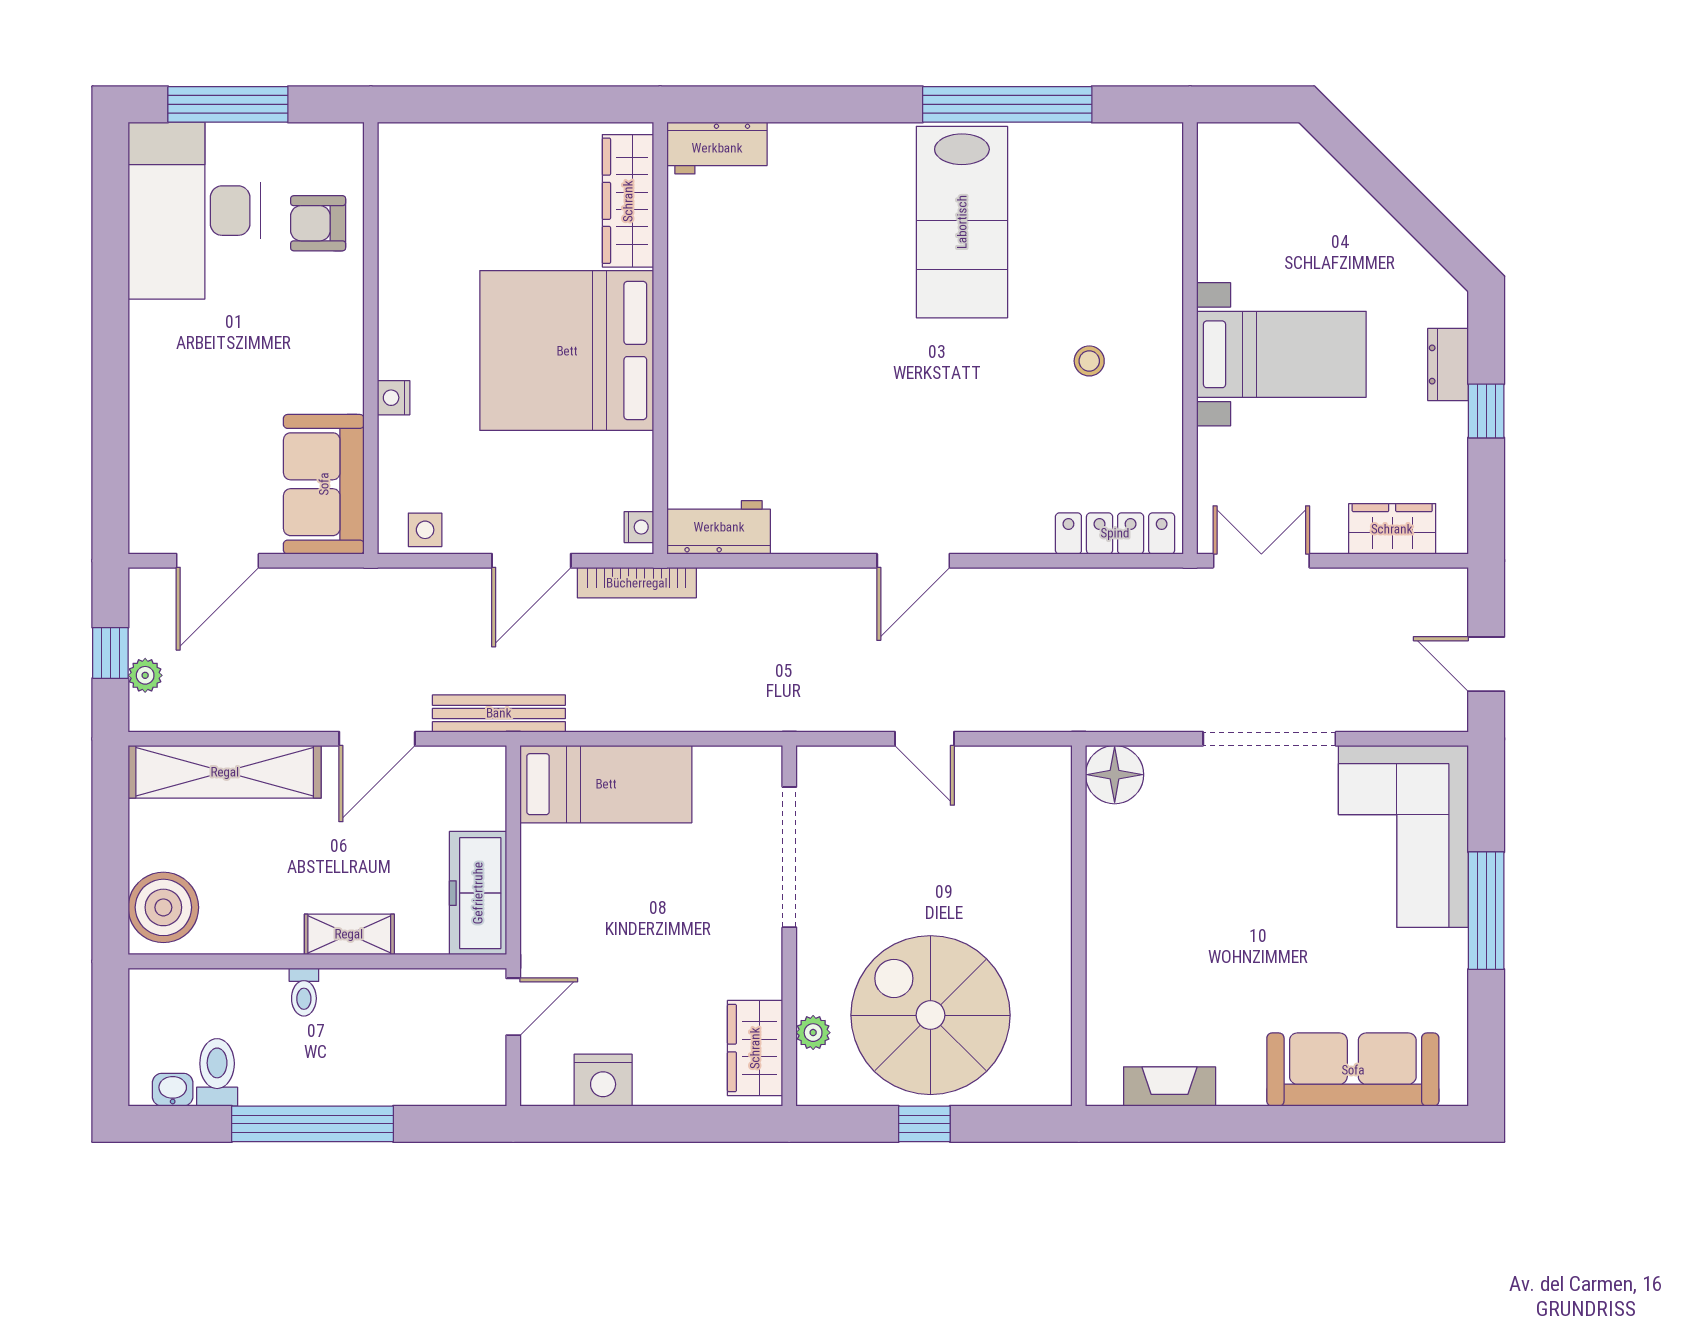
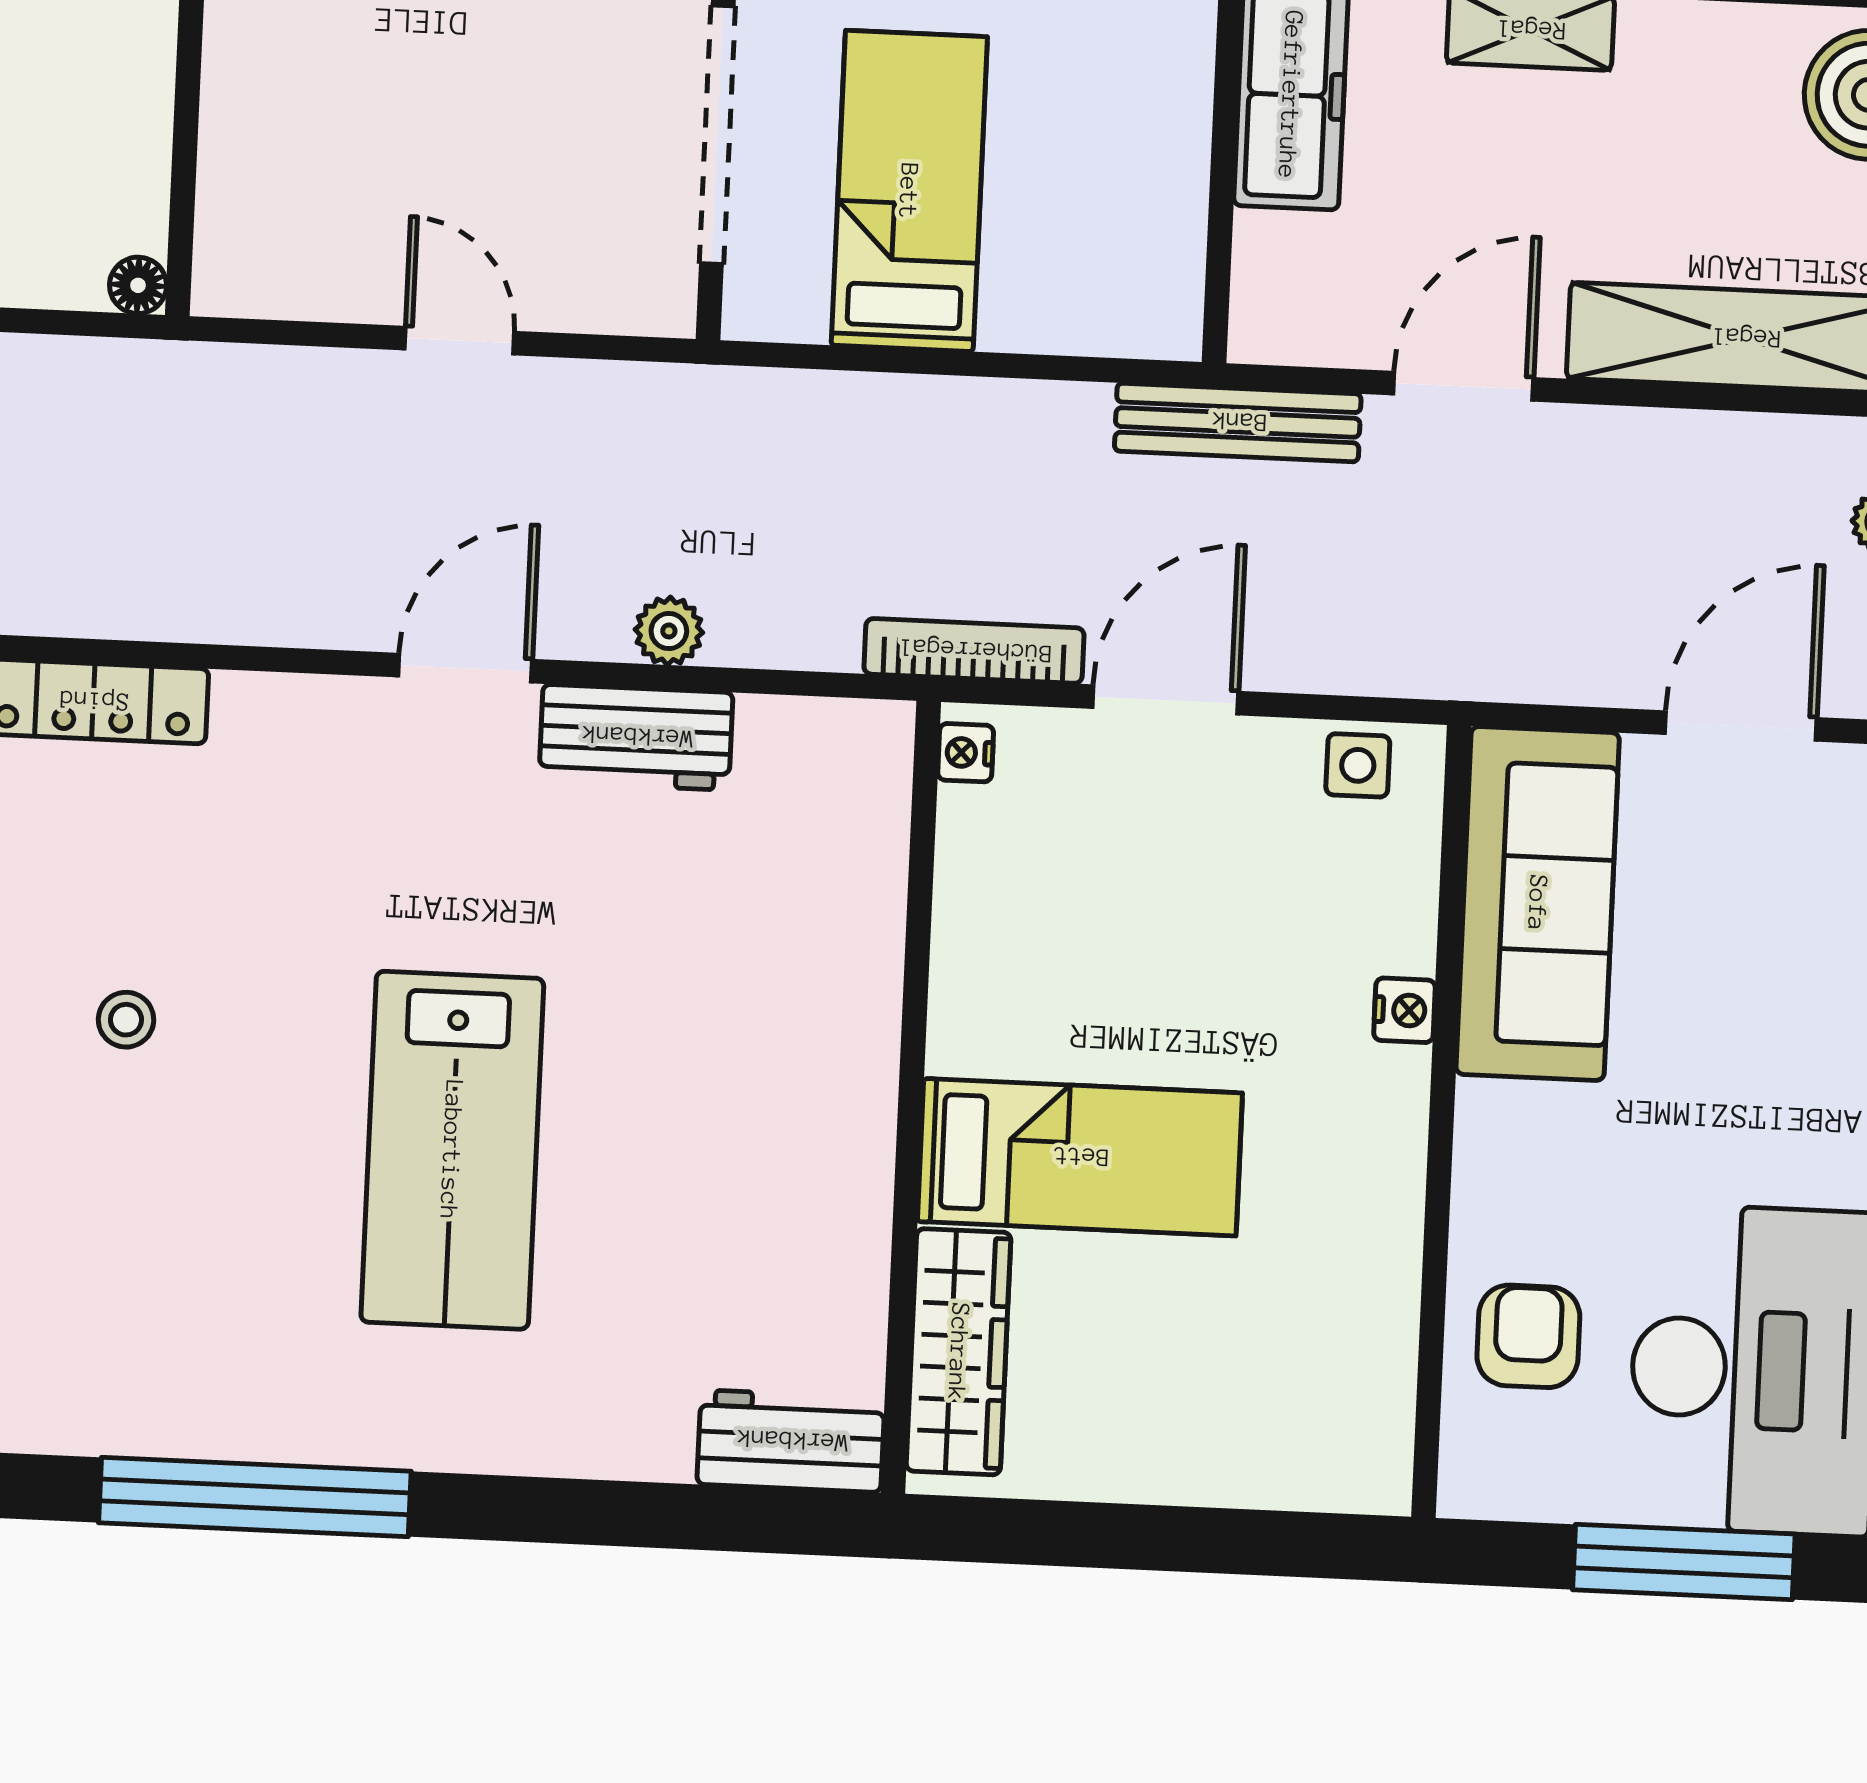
lab bench: (962, 222) -> (452, 1150), moved, turned 180
armchair: (318, 223) -> (1528, 1336), turned -90
bed: (567, 351) -> (1080, 1157), width x0.49
sofa: (324, 484) -> (1538, 903), width x1.36
workbench: (719, 527) -> (636, 737), moved
plant: (803, 586) -> (669, 631), added
floor lamp: (1115, 775) -> (138, 285), width x0.53, depth x0.53
bed: (606, 784) -> (909, 191), moved, turned 90

